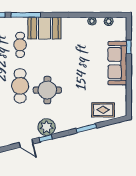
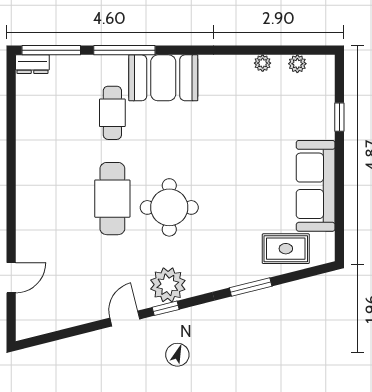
sofa: (117, 63) -> (316, 186), moved
door: (26, 143) -> (125, 319), swing flipped

